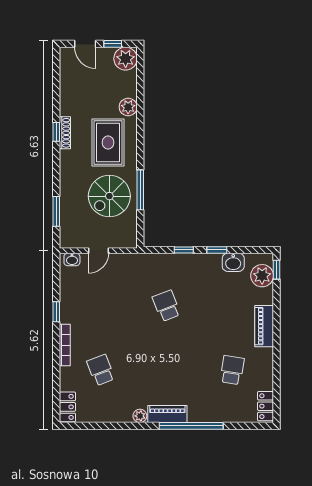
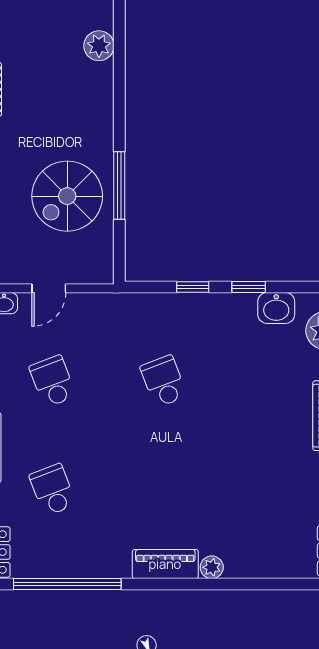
rug: (108, 143) -> (65, 106), removed
school desk: (232, 370) -> (53, 381), moved, turned -30
plant: (140, 416) -> (212, 567), moved
window: (191, 426) -> (67, 584), moved

